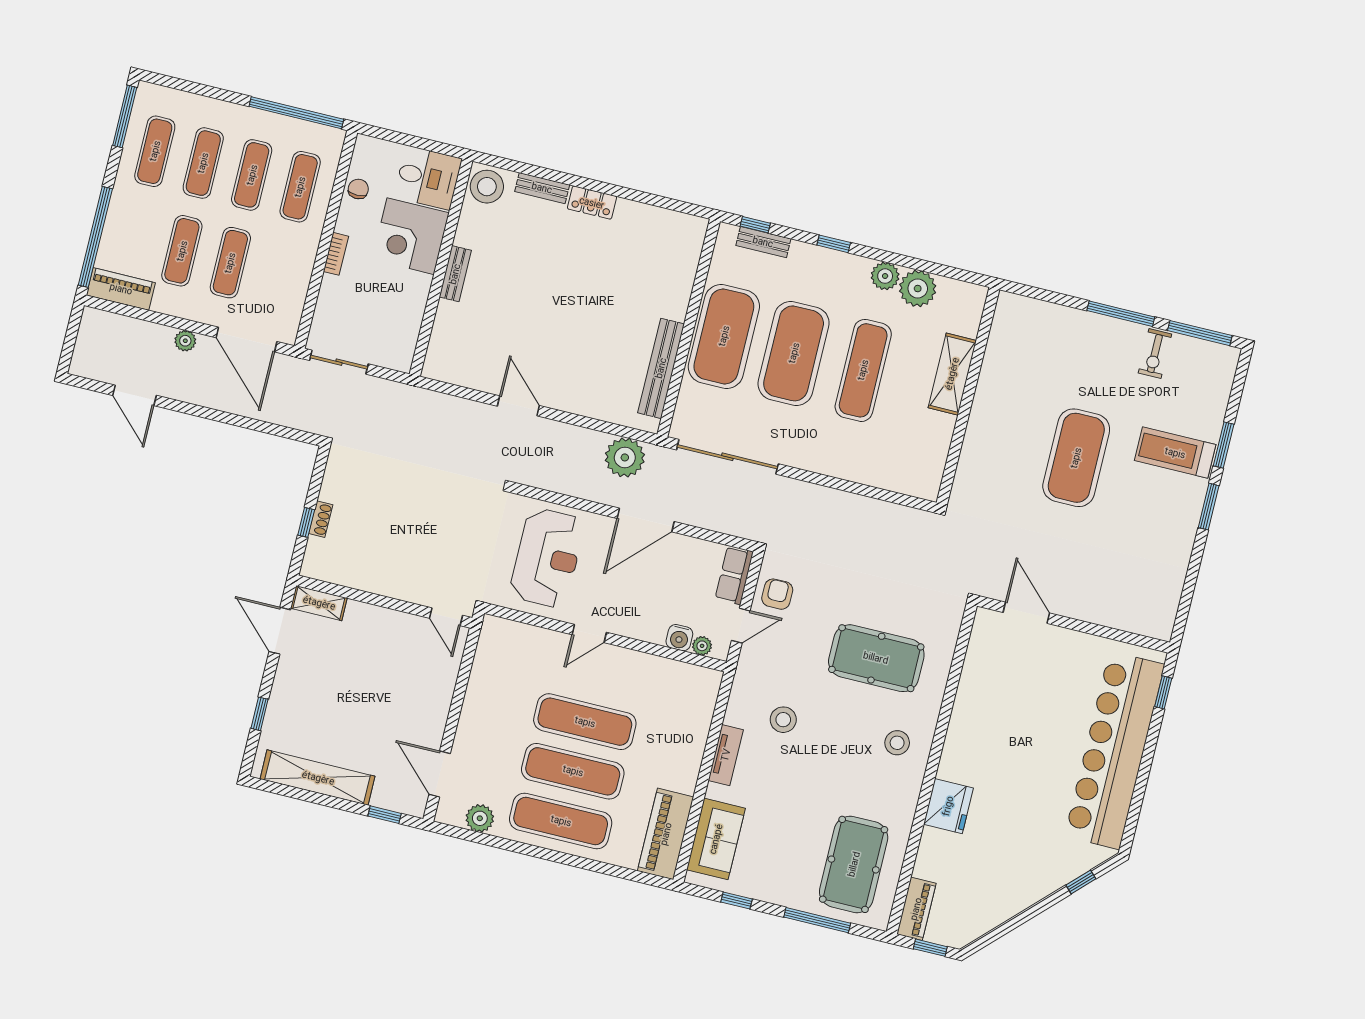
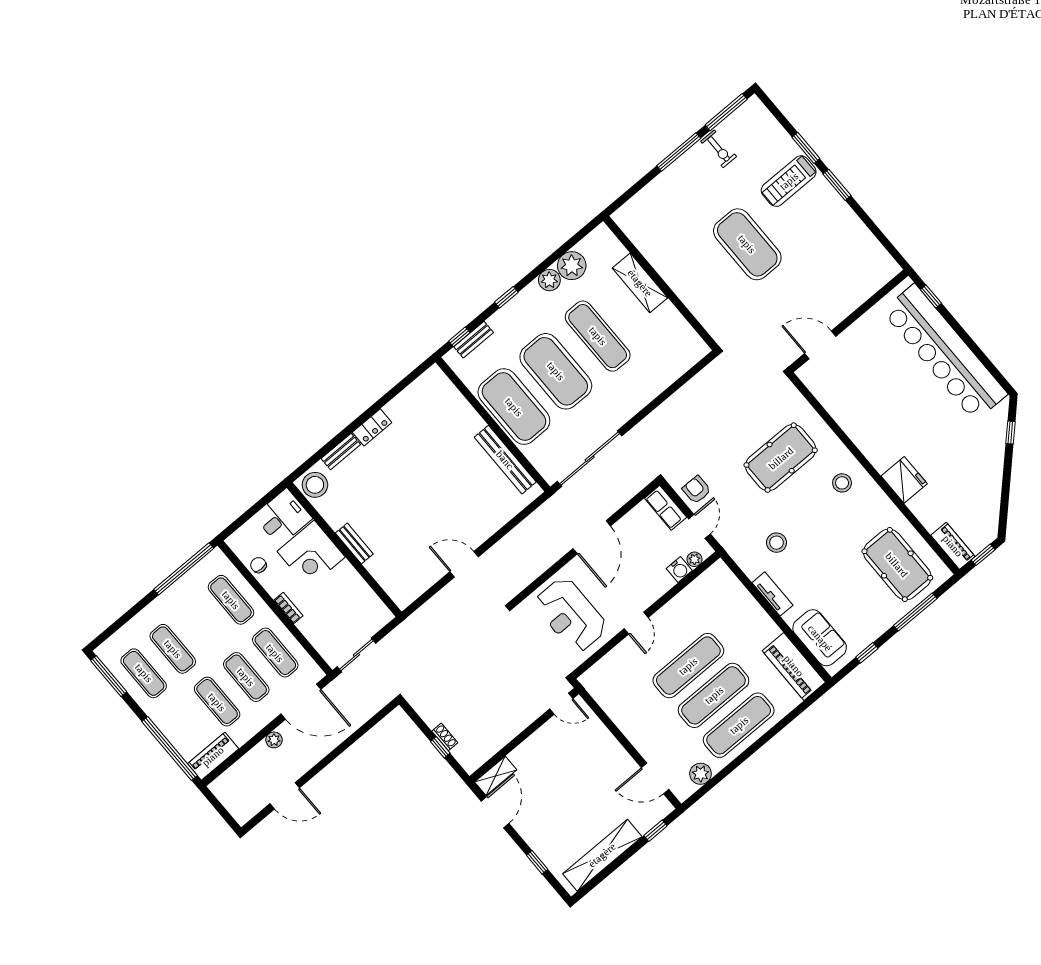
exercise mat: (252, 175) -> (275, 653), moved
plant: (625, 457) -> (544, 522), removed
reception desk: (547, 558) -> (571, 615), turned 180
door: (280, 631) -> (495, 812), swing flipped

